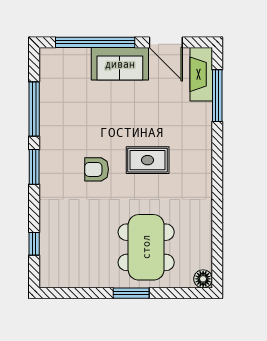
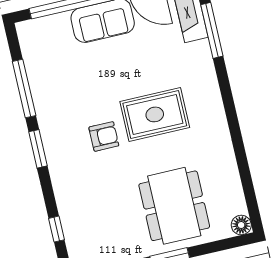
rug: (148, 160) -> (155, 114), width x1.36, depth x1.43
armchair: (97, 169) -> (104, 136), turned 180

